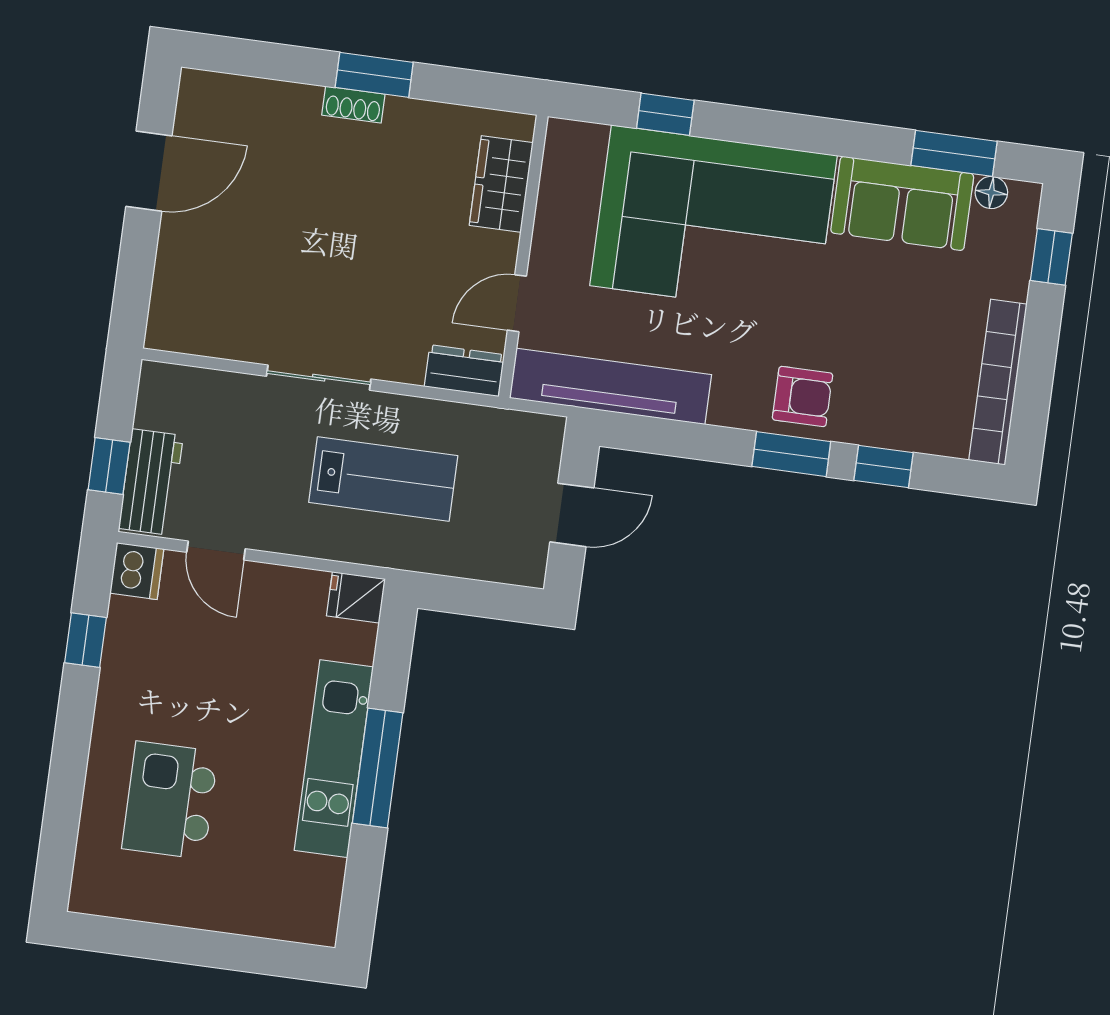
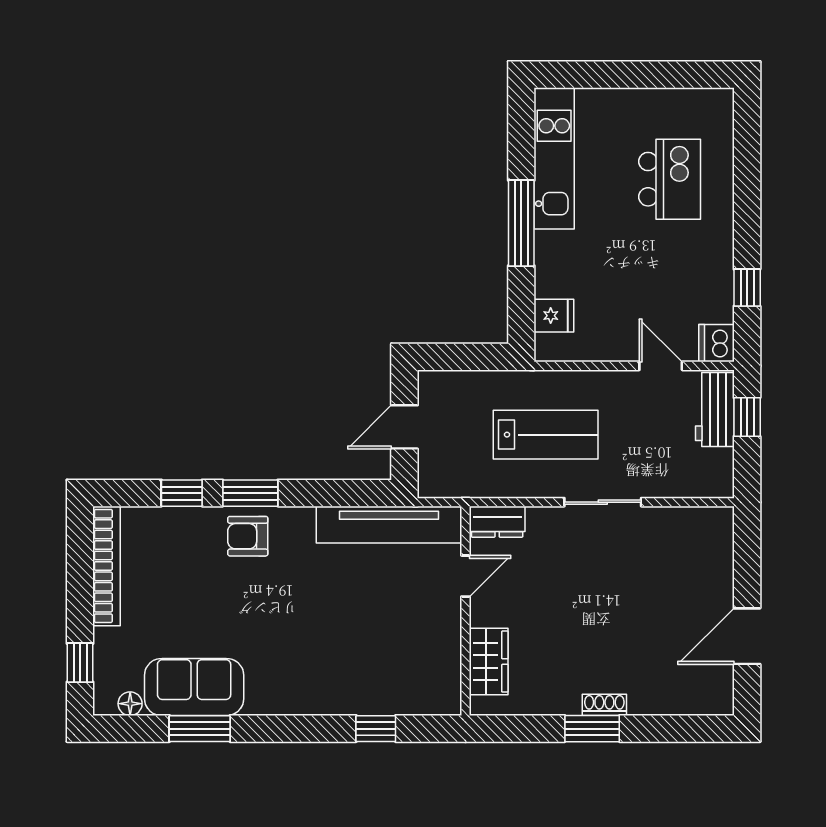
window: (954, 153) -> (200, 729), moved
corner sofa: (714, 220) -> (330, 656), removed
lab bench: (383, 479) -> (546, 435), turned 180
fridge: (356, 597) -> (554, 316), moved
kitchen unit: (334, 759) -> (554, 158), moved

